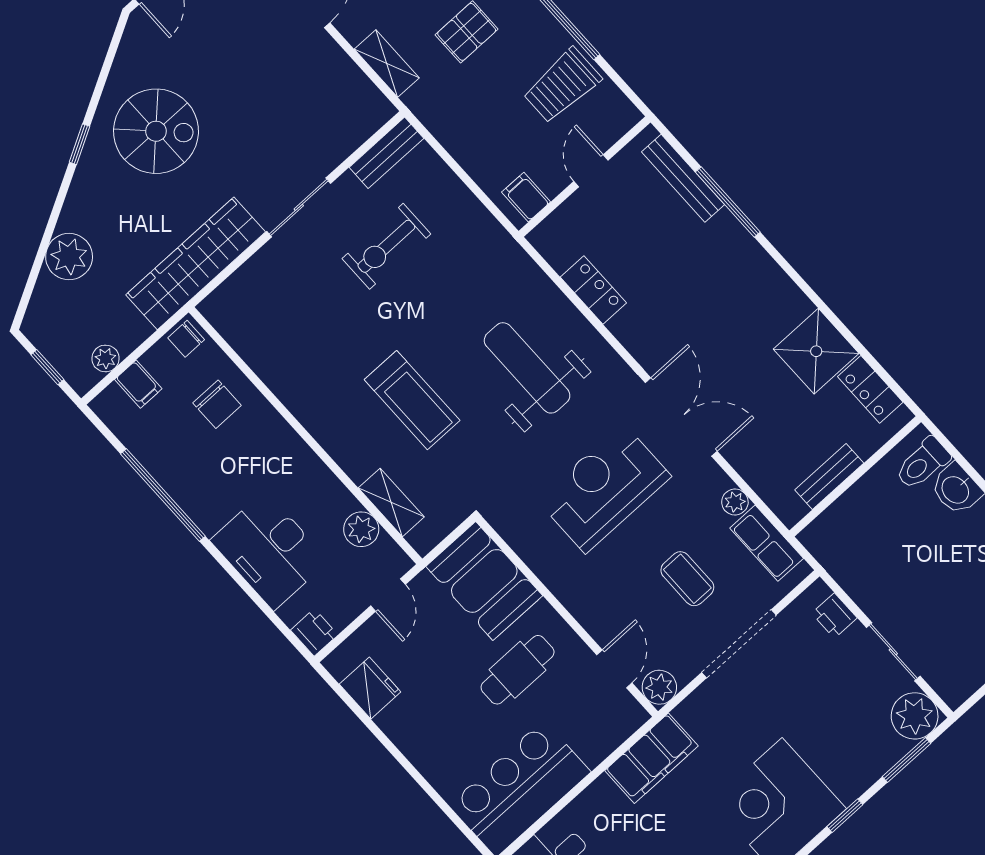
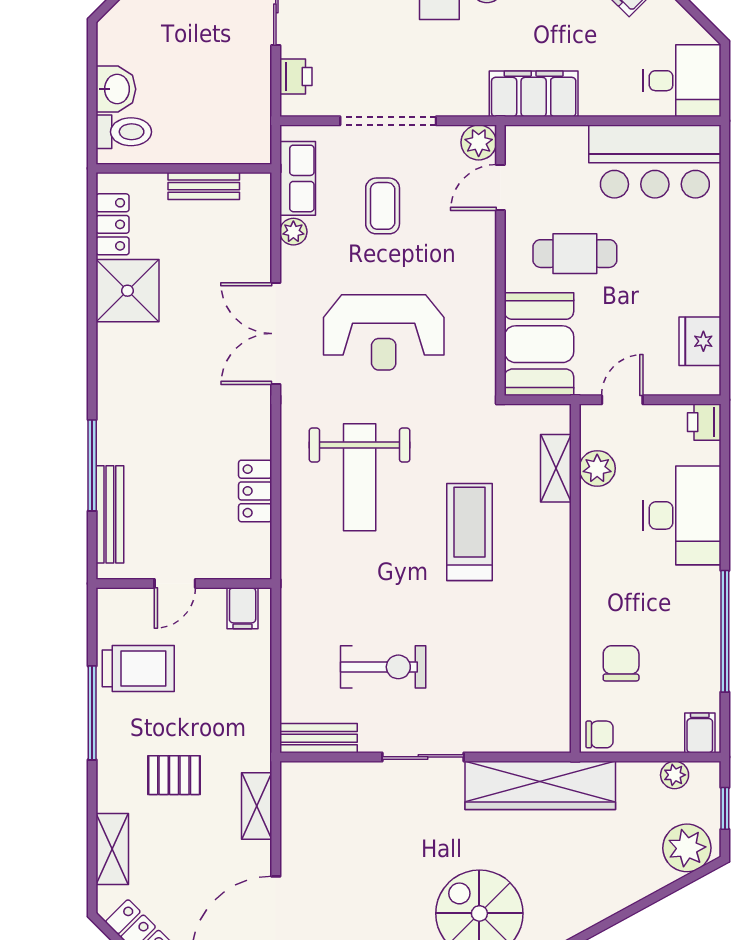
plant: (69, 257) -> (687, 848), moved
filing cabinet: (138, 384) -> (700, 733), moved

